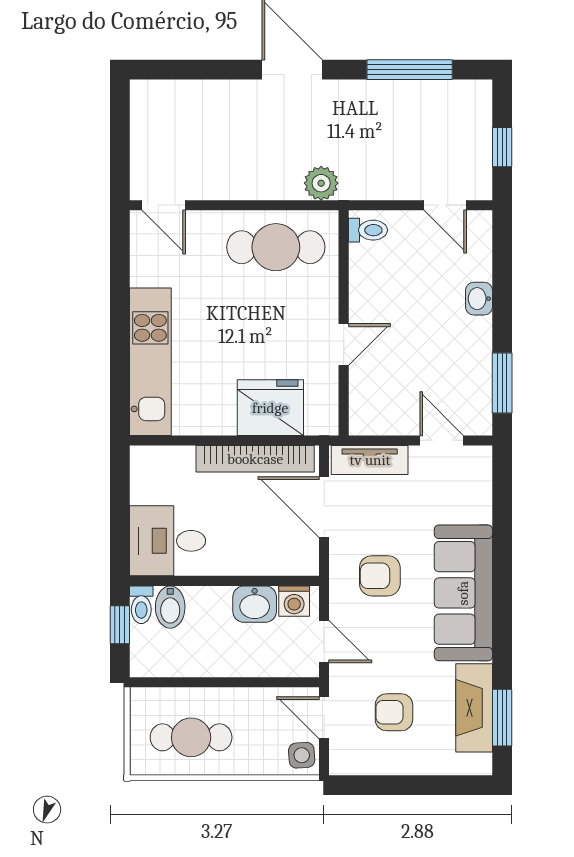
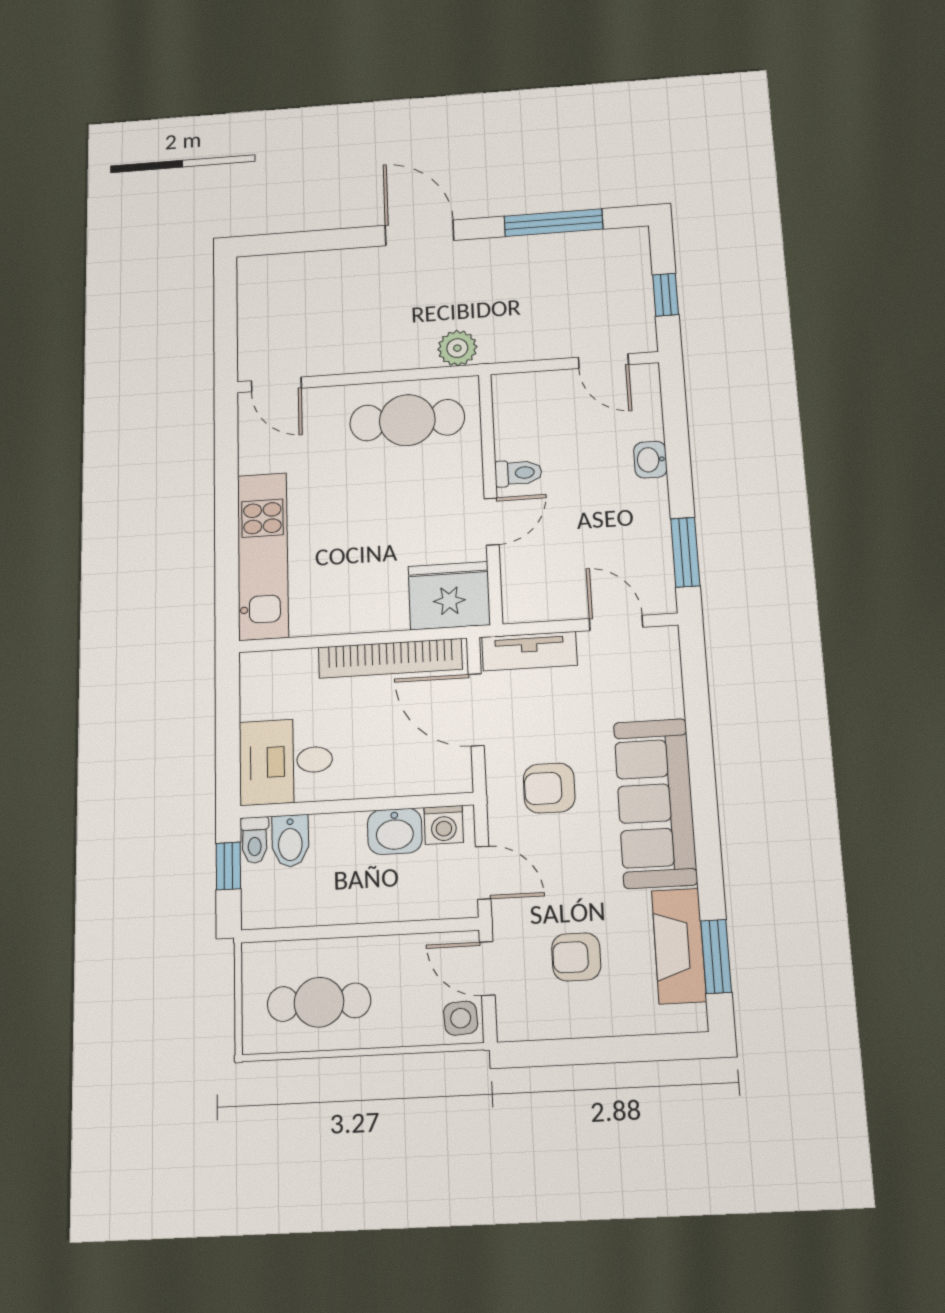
toilet: (368, 230) -> (518, 473), moved
fridge: (270, 408) -> (449, 596), moved

